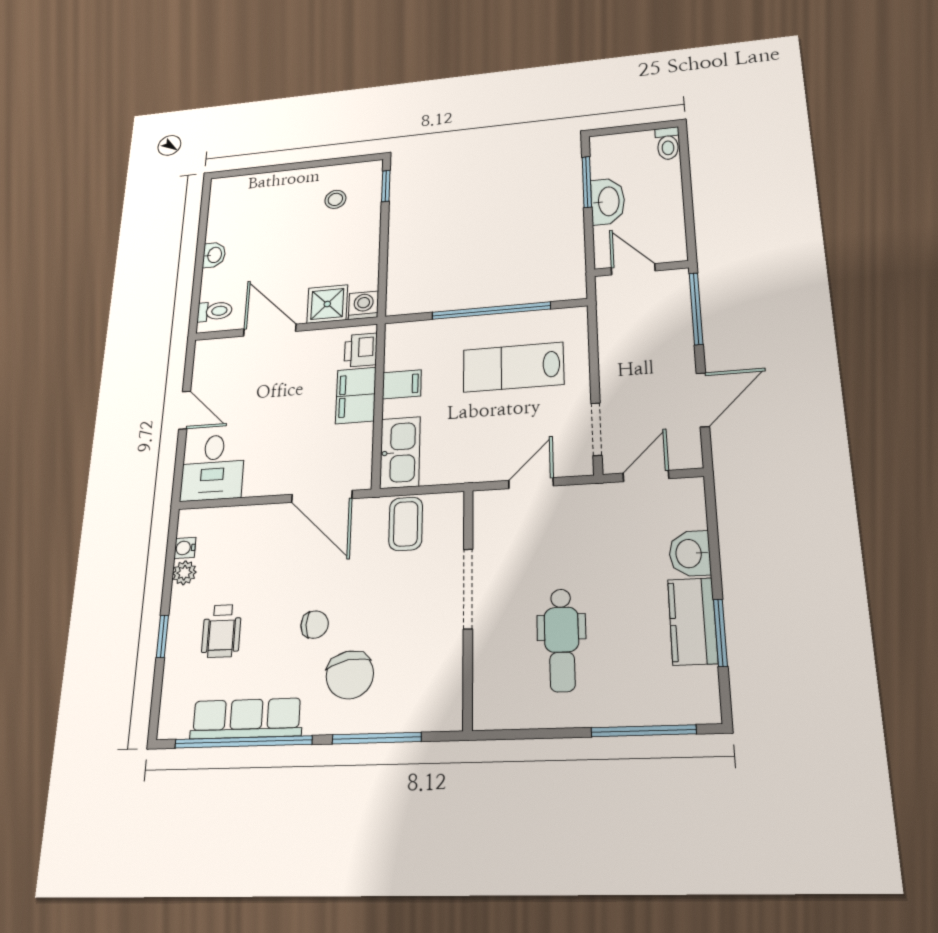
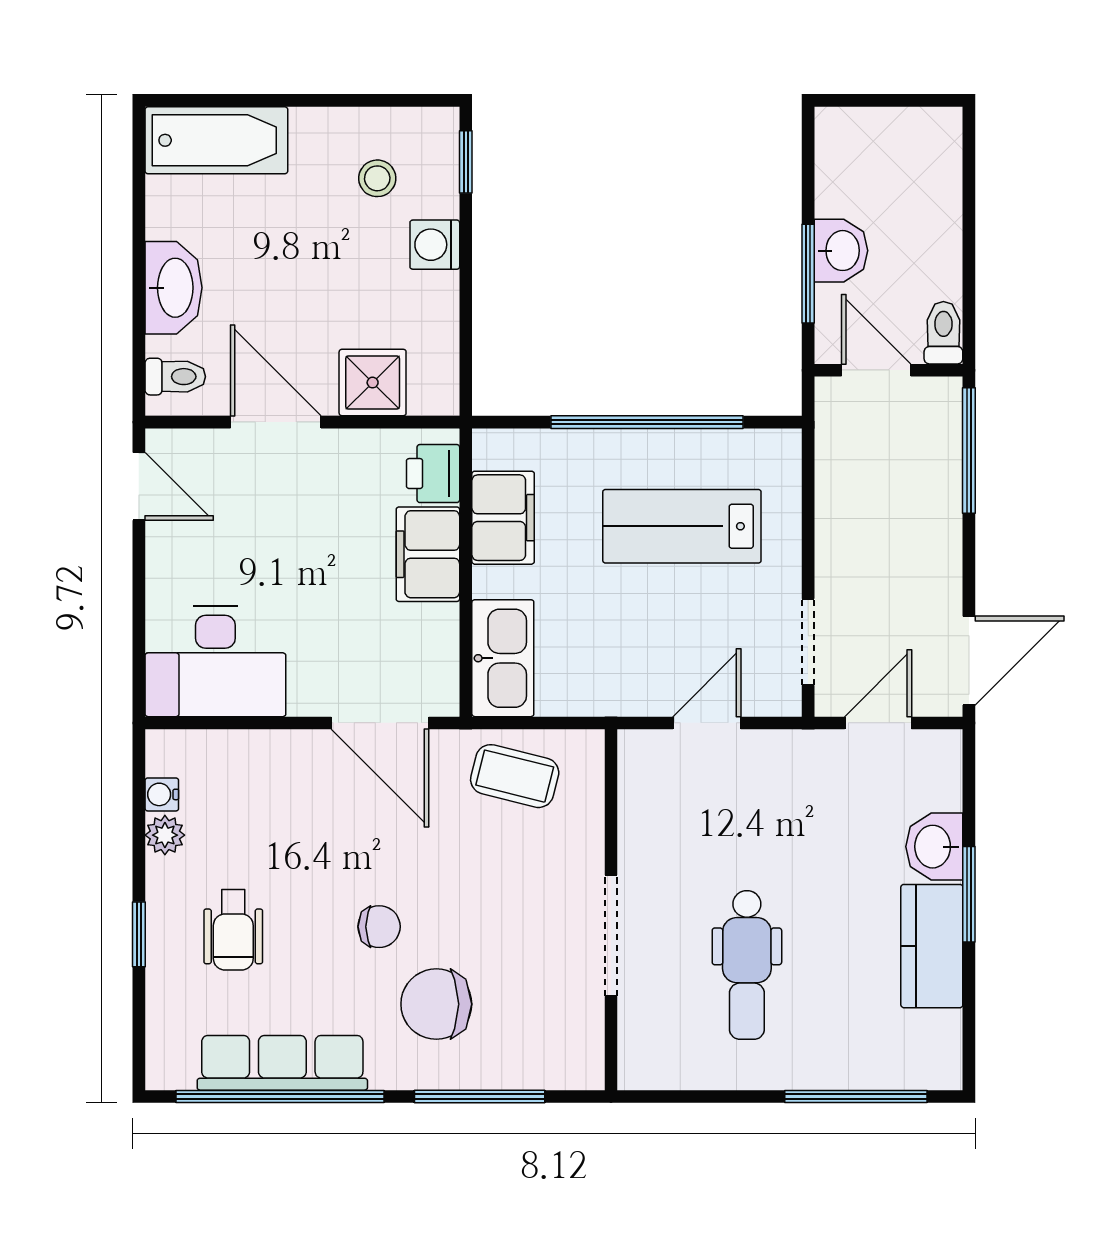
toilet: (668, 143) -> (943, 333), moved, turned 180
window: (587, 182) -> (808, 274), moved
bathtub: (248, 190) -> (216, 140), added
washbasin: (608, 201) -> (841, 251), width x0.72
washbasin: (214, 255) -> (174, 288), width x1.91, depth x1.45
washing machine: (364, 305) -> (435, 245), moved, turned -90
filing cabinet: (402, 384) -> (503, 518), width x2.00
door: (703, 400) -> (969, 661), moved
door: (185, 410) -> (139, 486), moved
desk: (213, 467) -> (215, 662), width x1.37
coffee table: (406, 524) -> (515, 776), turned -76
doorway: (468, 589) -> (611, 936), moved
window: (720, 633) -> (969, 894), moved
chair: (350, 675) -> (436, 1004), turned 100

